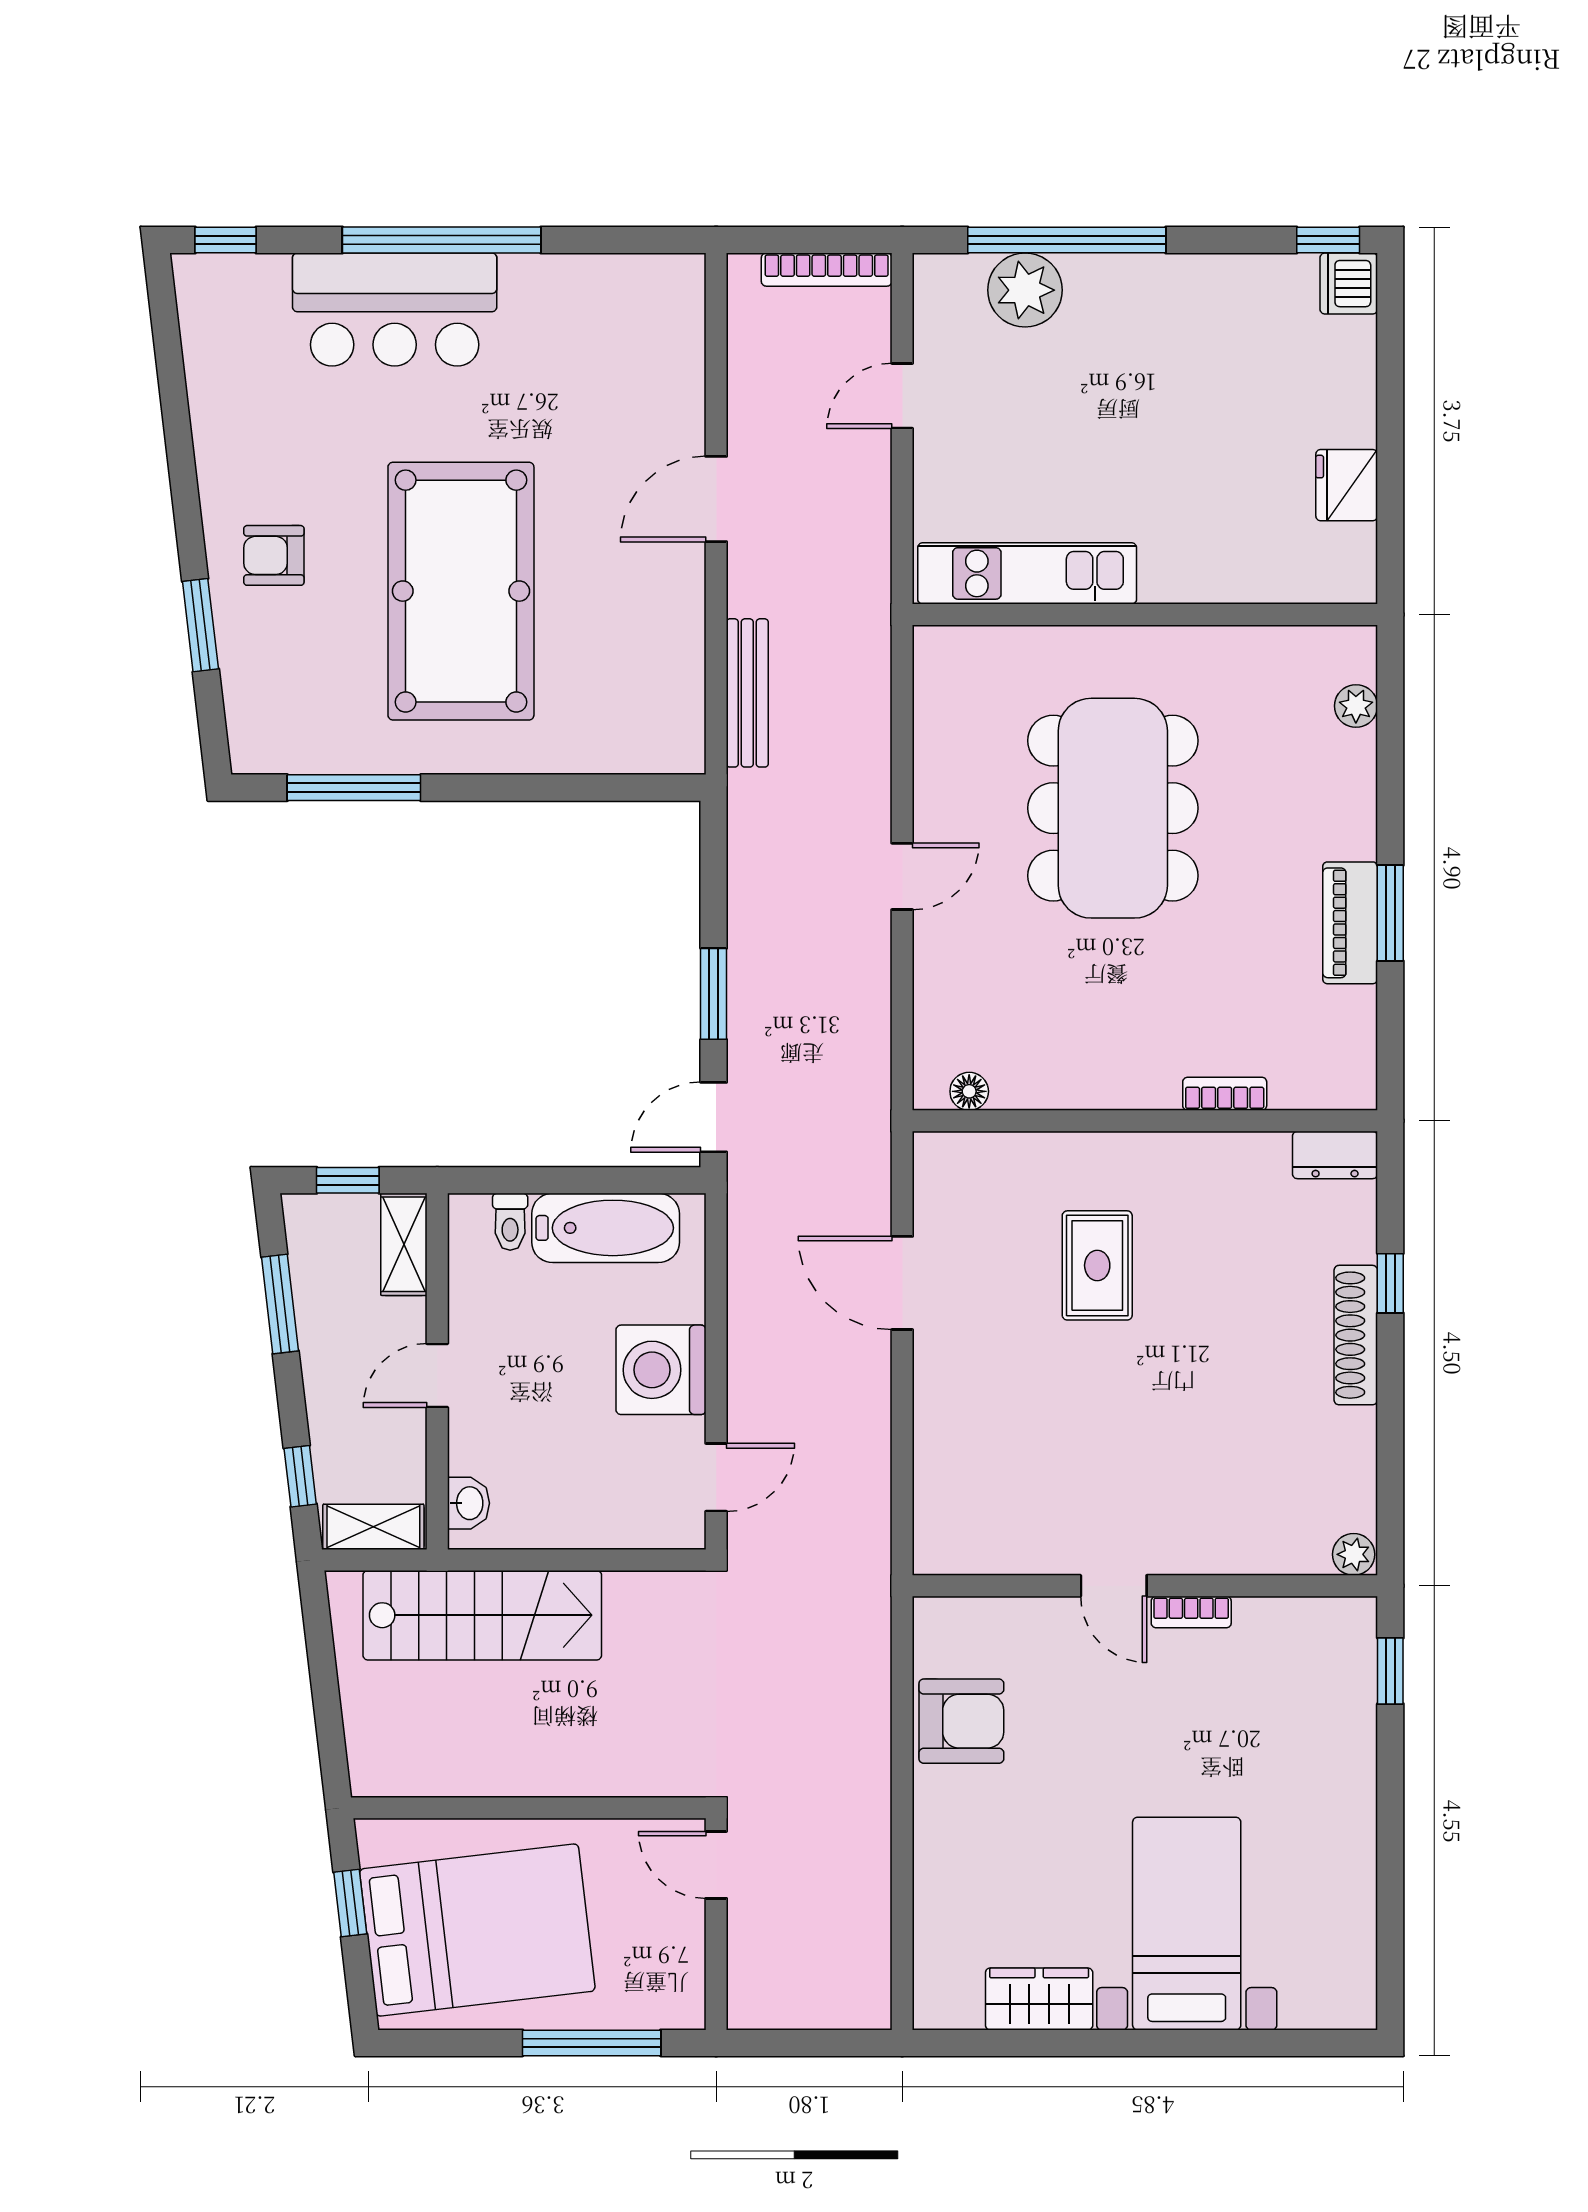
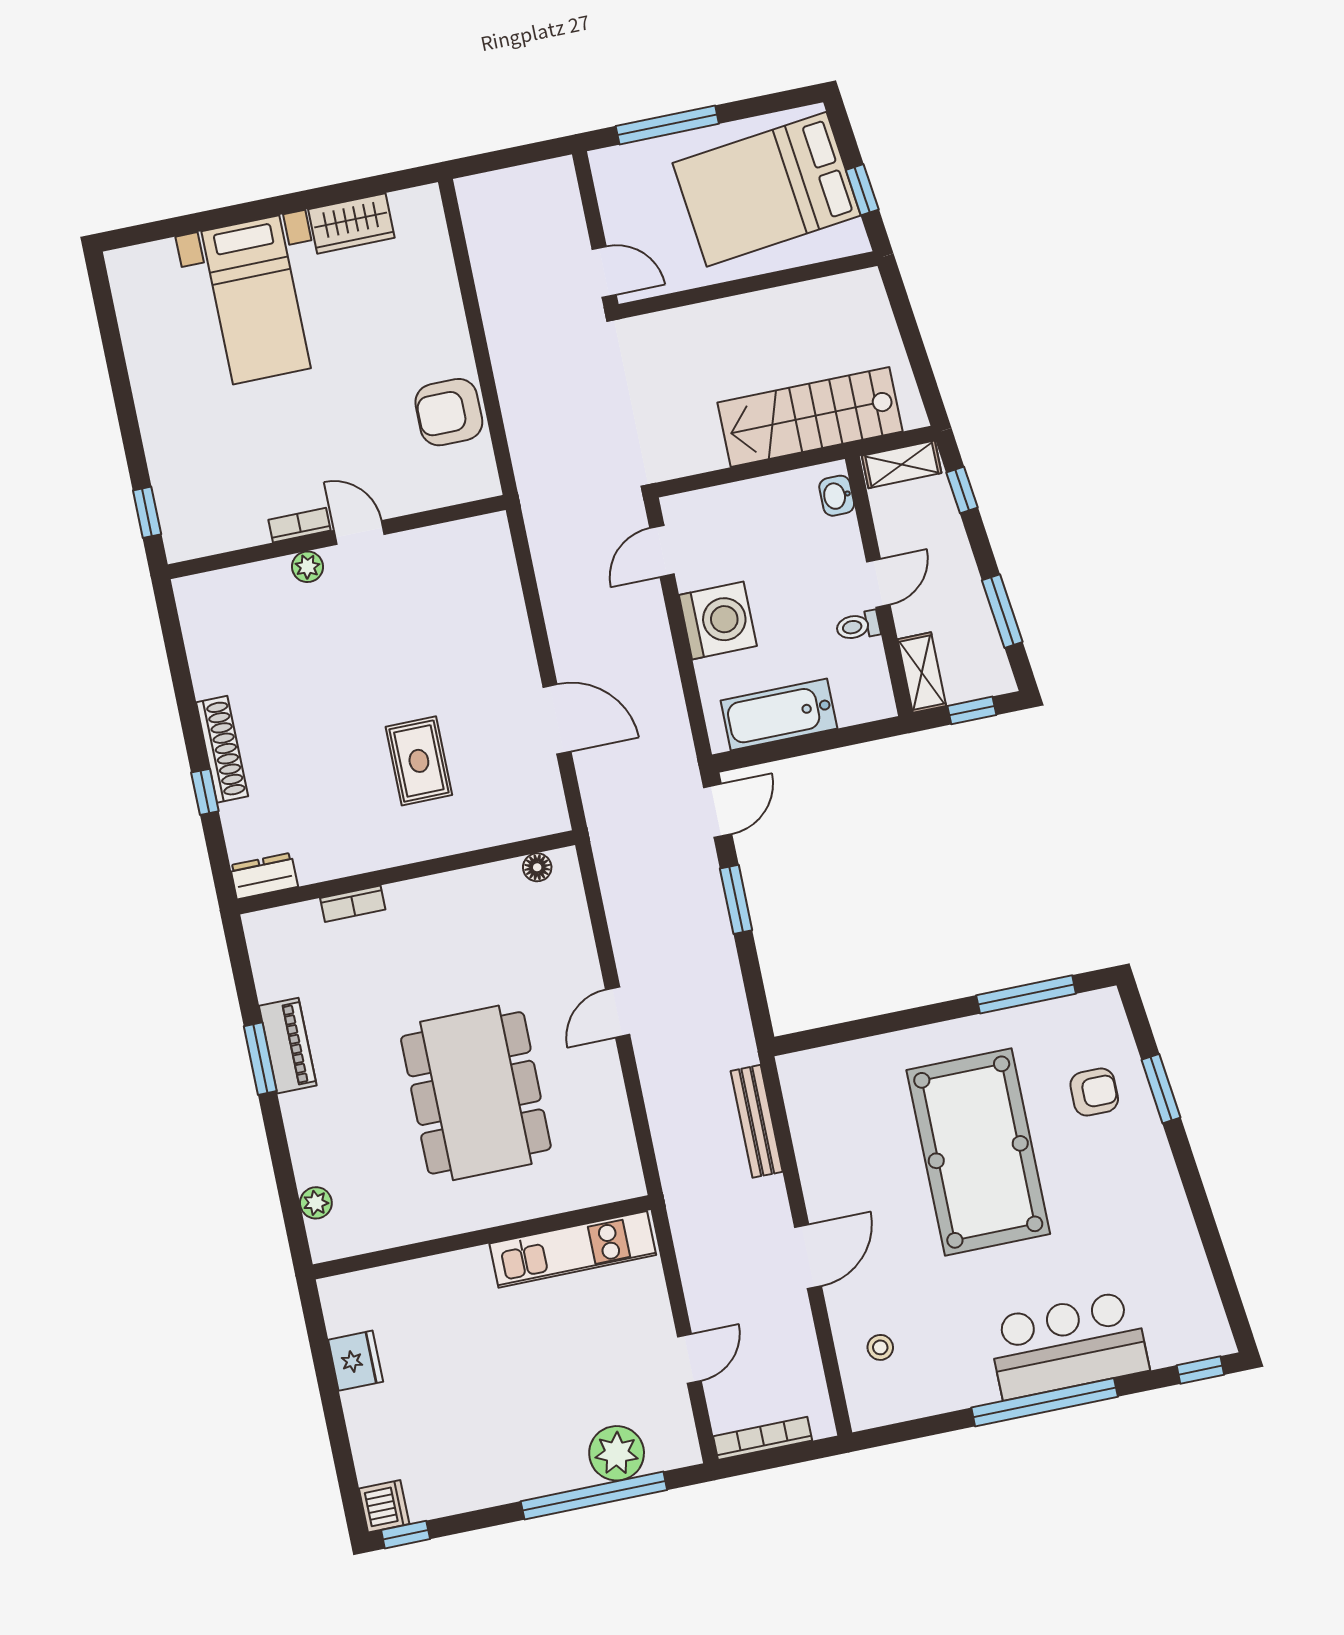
stool: (645, 358) -> (880, 1347), added
armchair: (274, 555) -> (1094, 1092), moved
toilet: (510, 1222) -> (858, 626), moved, turned -90
plant: (1354, 1554) -> (307, 567), moved

